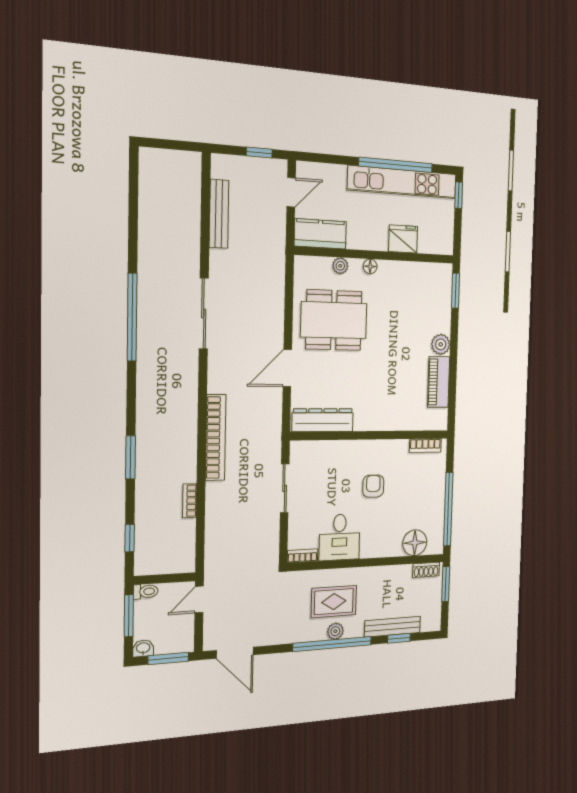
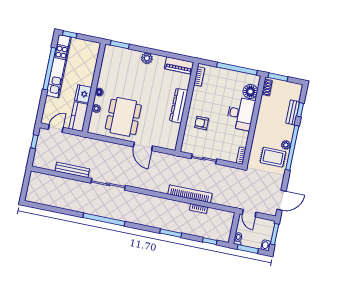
door: (291, 192) -> (56, 128), hinge flipped
bench: (219, 214) -> (72, 170), moved
fridge: (403, 239) -> (83, 94), moved
piano: (439, 382) -> (179, 65), moved
dresser: (323, 420) -> (179, 106), moved
bookcase: (216, 438) -> (190, 194), moved
armchair: (373, 486) -> (202, 123), moved
desk: (340, 537) -> (241, 114), moved, width x1.37
rug: (334, 602) -> (273, 157), moved, turned 90
bench: (393, 627) -> (293, 112), width x0.73

